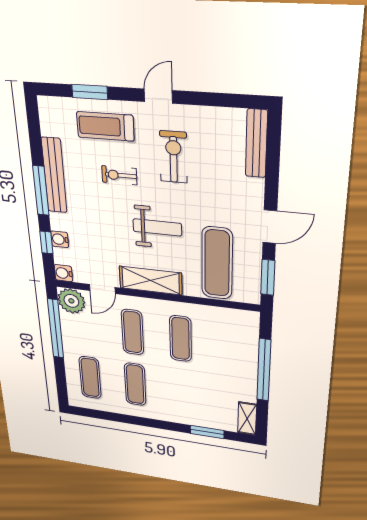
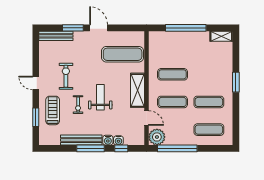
treadmill: (105, 126) -> (53, 110), turned 180
exercise bike: (173, 157) -> (66, 76), turned 90
weight bench: (157, 227) -> (100, 97), moved
water cooler: (63, 273) -> (108, 140), moved
window: (268, 277) -> (73, 28), moved
window: (207, 432) -> (236, 82), moved

